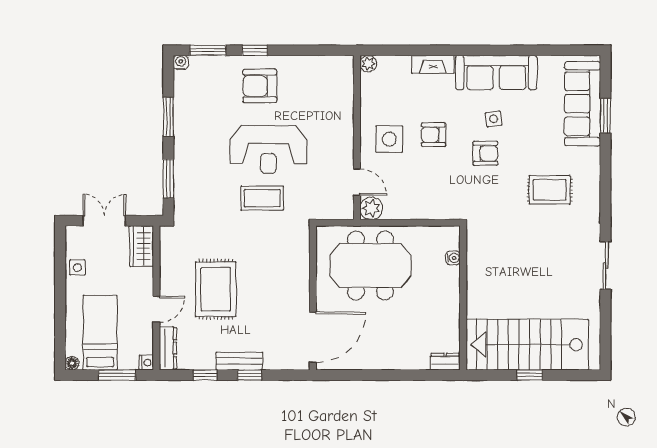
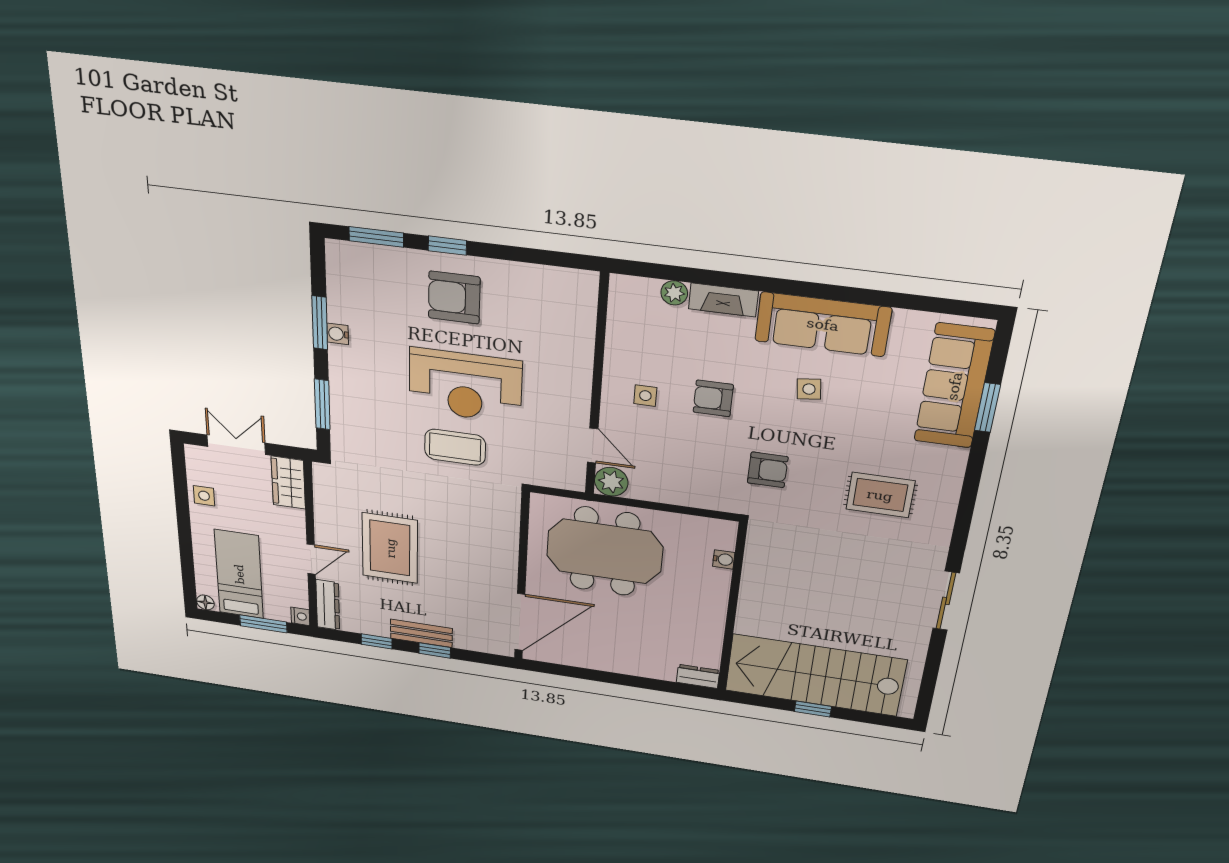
water cooler: (181, 63) -> (338, 334), moved, turned -90
plant: (368, 64) -> (674, 293), moved
side table: (389, 139) -> (645, 396), width x0.54, depth x0.54
armchair: (485, 153) -> (768, 470), moved

